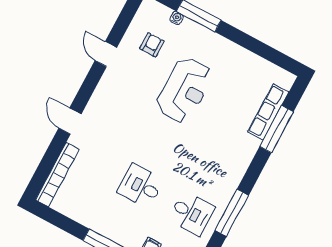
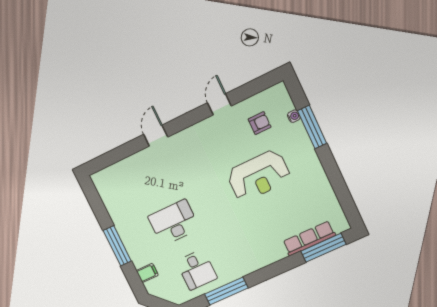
window: (277, 129) -> (323, 248), moved
bookcase: (57, 175) -> (118, 169), removed
desk: (141, 186) -> (174, 223), width x1.37

